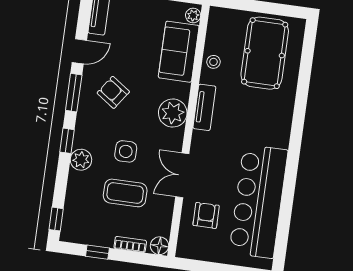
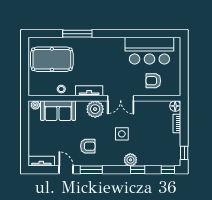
armchair: (113, 92) -> (88, 146), turned -125
window: (301, 101) -> (77, 34), added
window: (67, 141) -> (138, 170), moved
double door: (182, 175) -> (121, 98), moved
coffee table: (125, 193) -> (147, 131), removed
bar counter: (259, 201) -> (149, 51), width x0.73
window: (97, 252) -> (184, 153), moved

